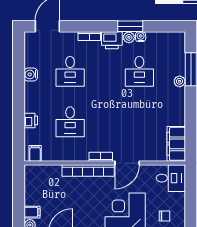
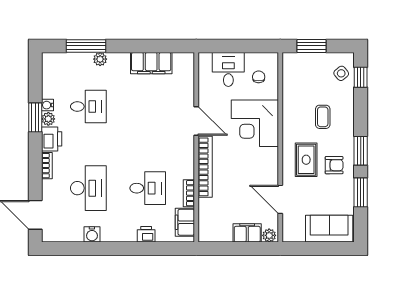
desk: (70, 71) -> (88, 188), width x1.37
filing cabinet: (176, 144) -> (151, 63), moved
filing cabinet: (35, 153) -> (185, 222), width x2.00
bookcase: (101, 157) -> (189, 193), moved
desk: (171, 178) -> (228, 69), moved
filing cabinet: (32, 212) -> (247, 233), width x2.00

